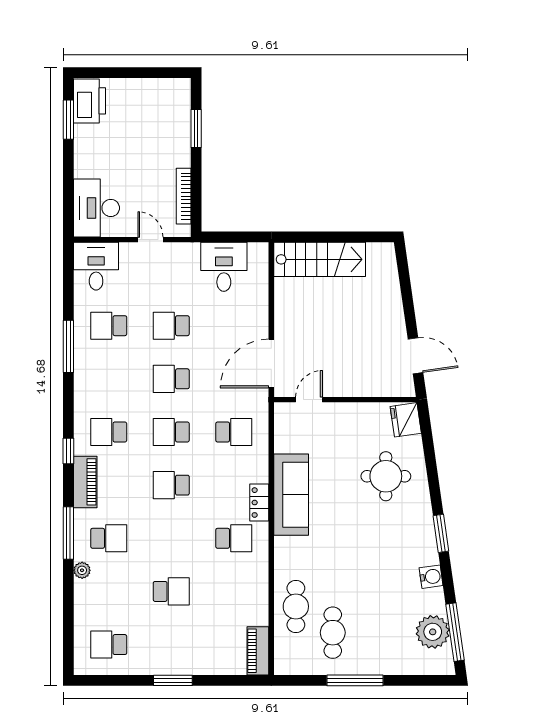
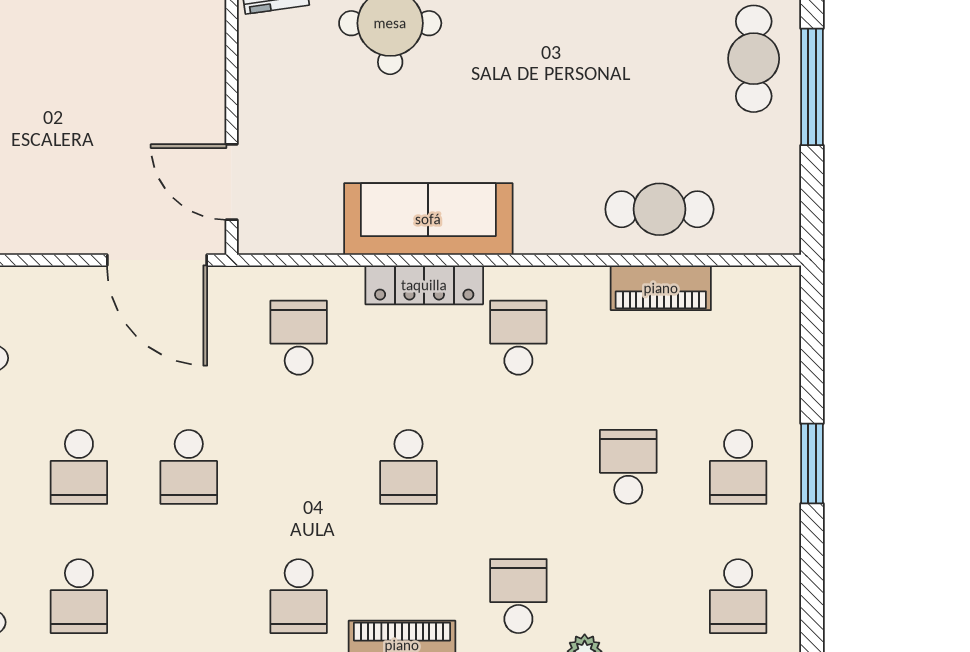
door: (309, 400) -> (232, 182), width x1.38
school desk: (171, 432) -> (738, 467), moved
locker: (259, 503) -> (424, 285), width x1.53
cafe table: (333, 633) -> (754, 59), moved, turned 90
piano: (258, 651) -> (661, 288), moved

